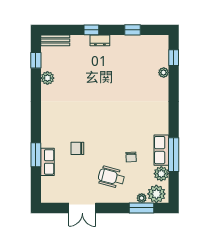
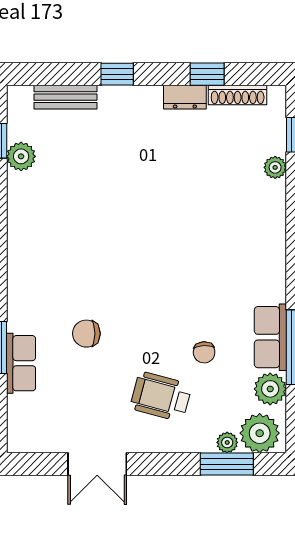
shoe rack: (146, 39) -> (238, 95), added
bench: (55, 40) -> (66, 97), moved
dresser: (100, 40) -> (185, 97), moved
plant: (47, 78) -> (21, 156), moved

